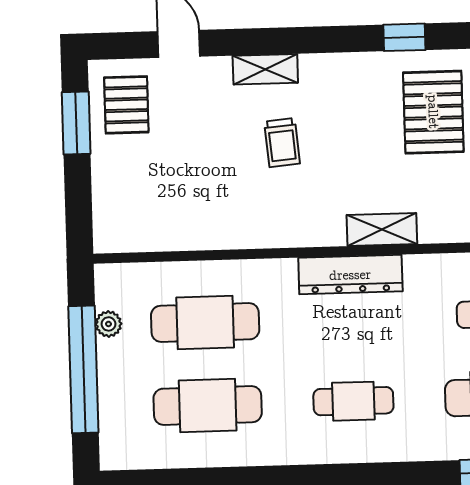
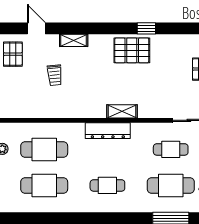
window: (404, 37) -> (146, 28), moved
pallet: (433, 112) -> (132, 50), moved, turned 90
trolley: (282, 143) -> (55, 75), moved

